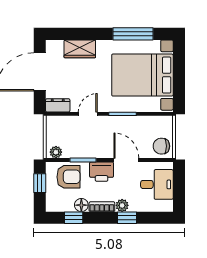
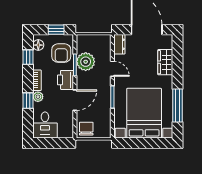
plant: (56, 152) -> (86, 62), moved, width x1.88, depth x1.88
desk: (157, 184) -> (45, 125), moved
floor lamp: (81, 205) -> (38, 45), moved

